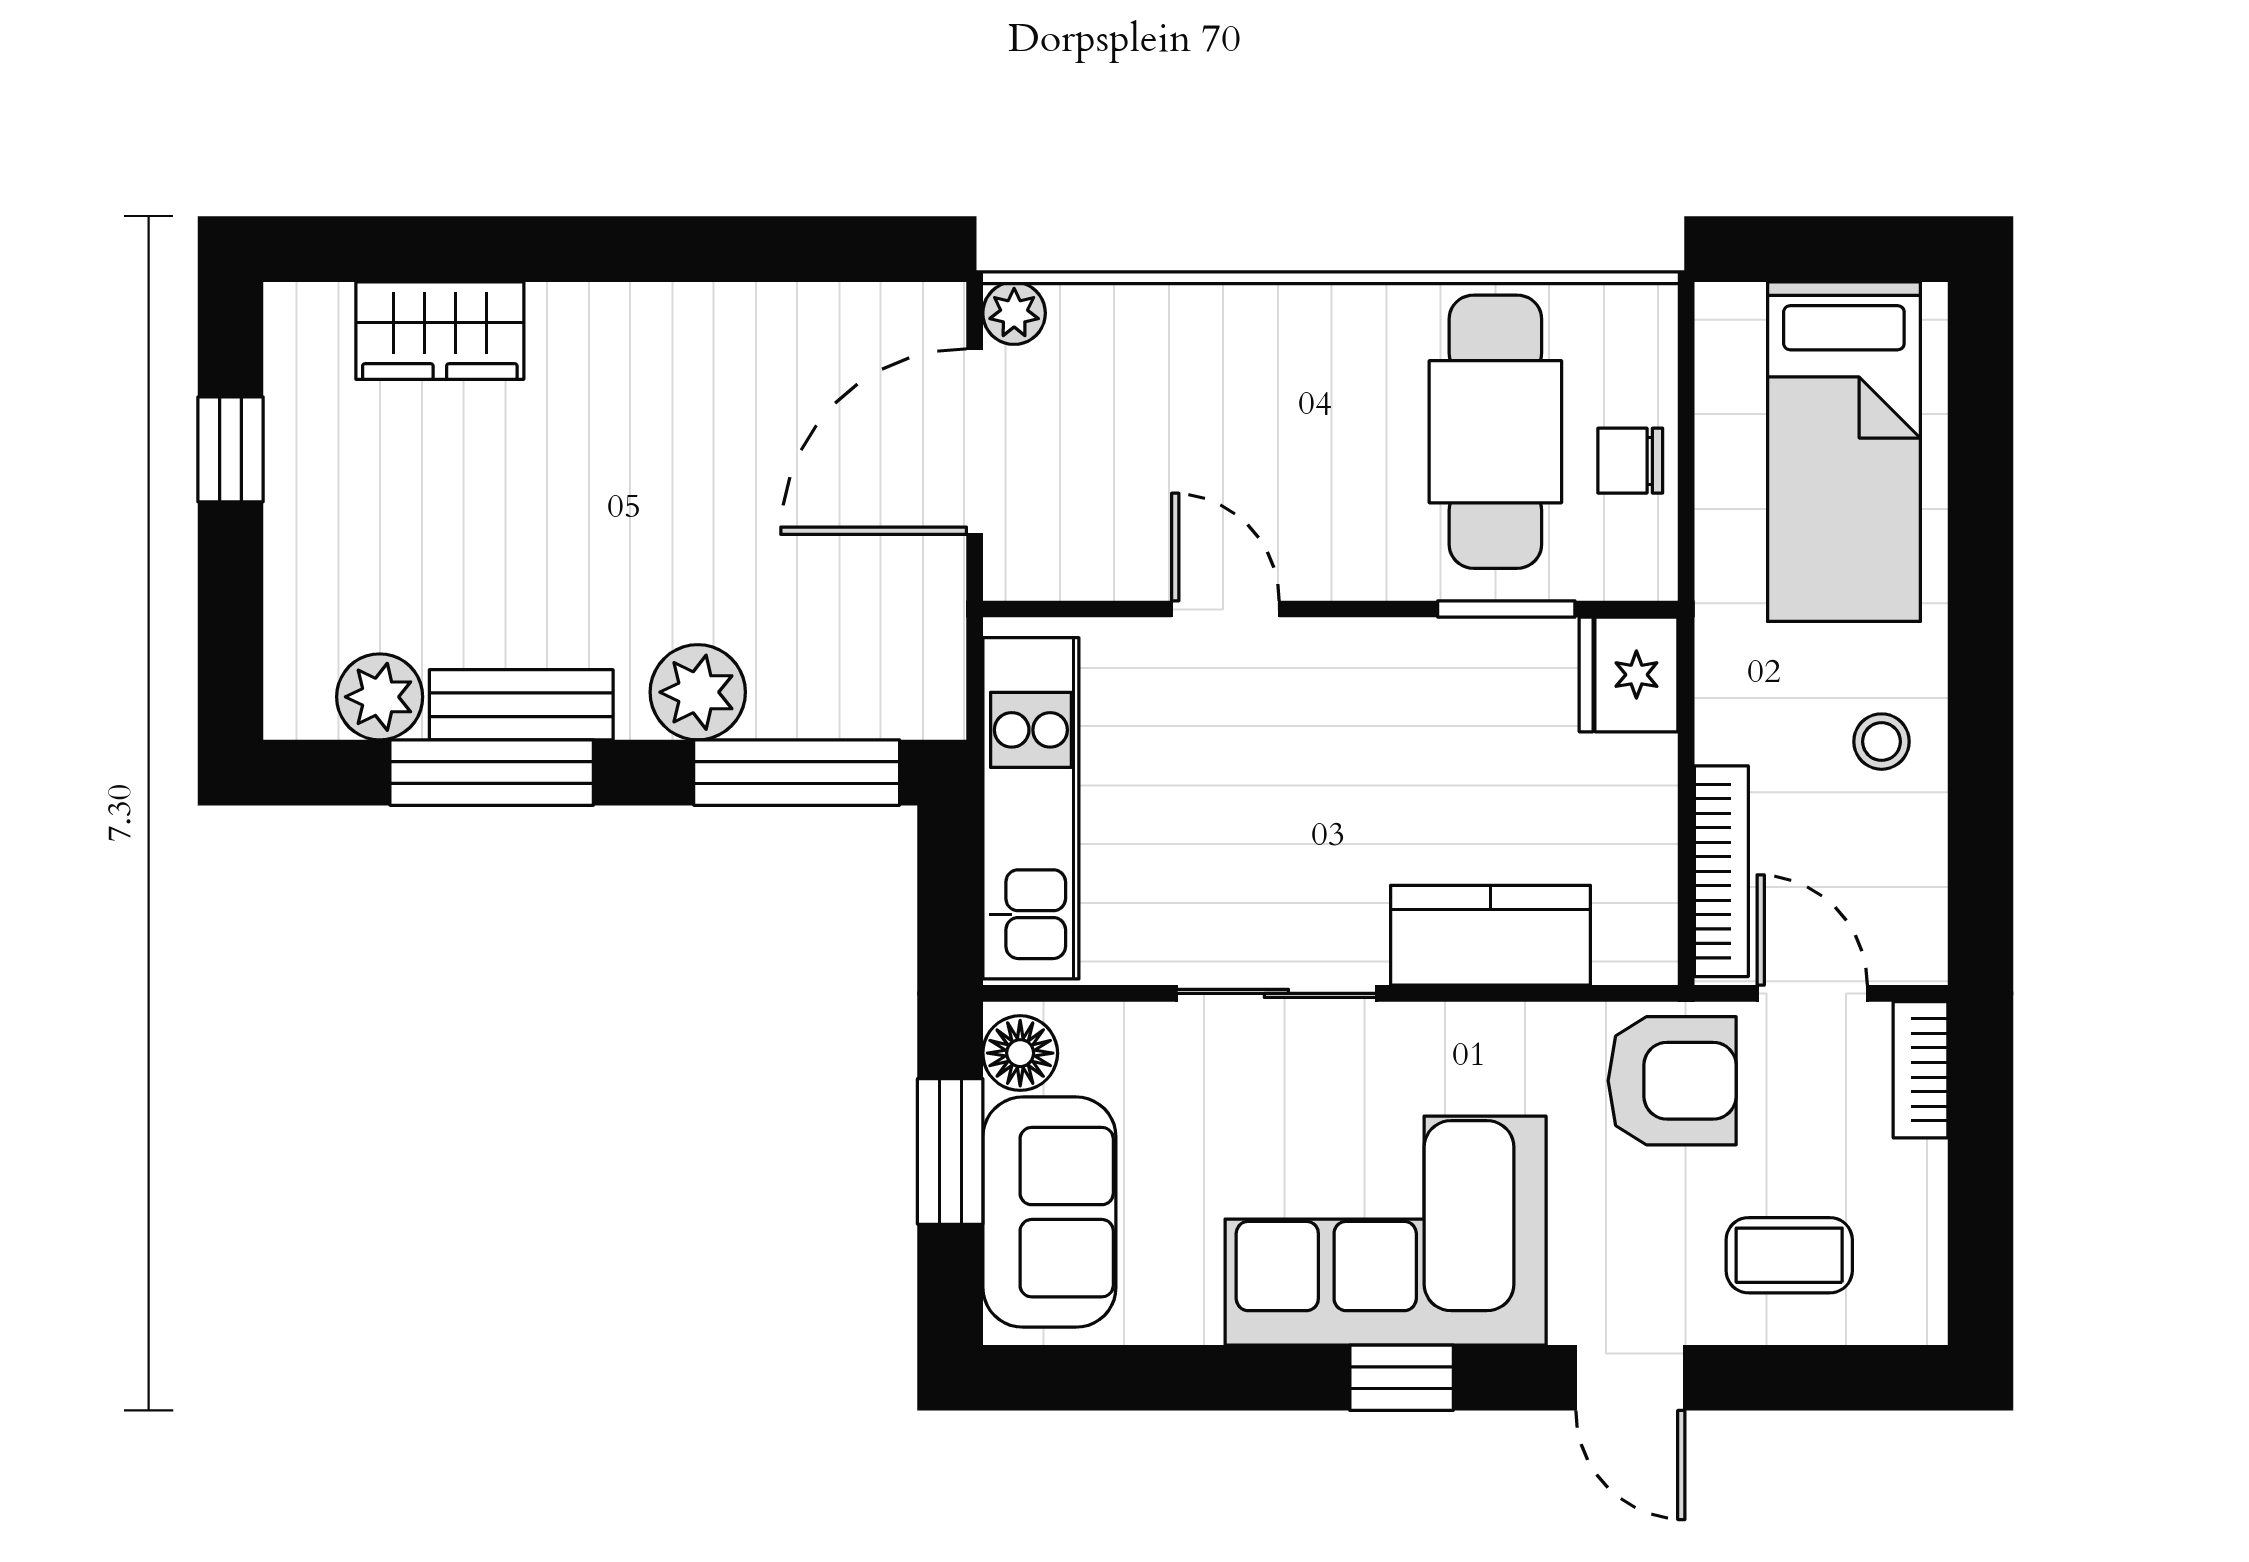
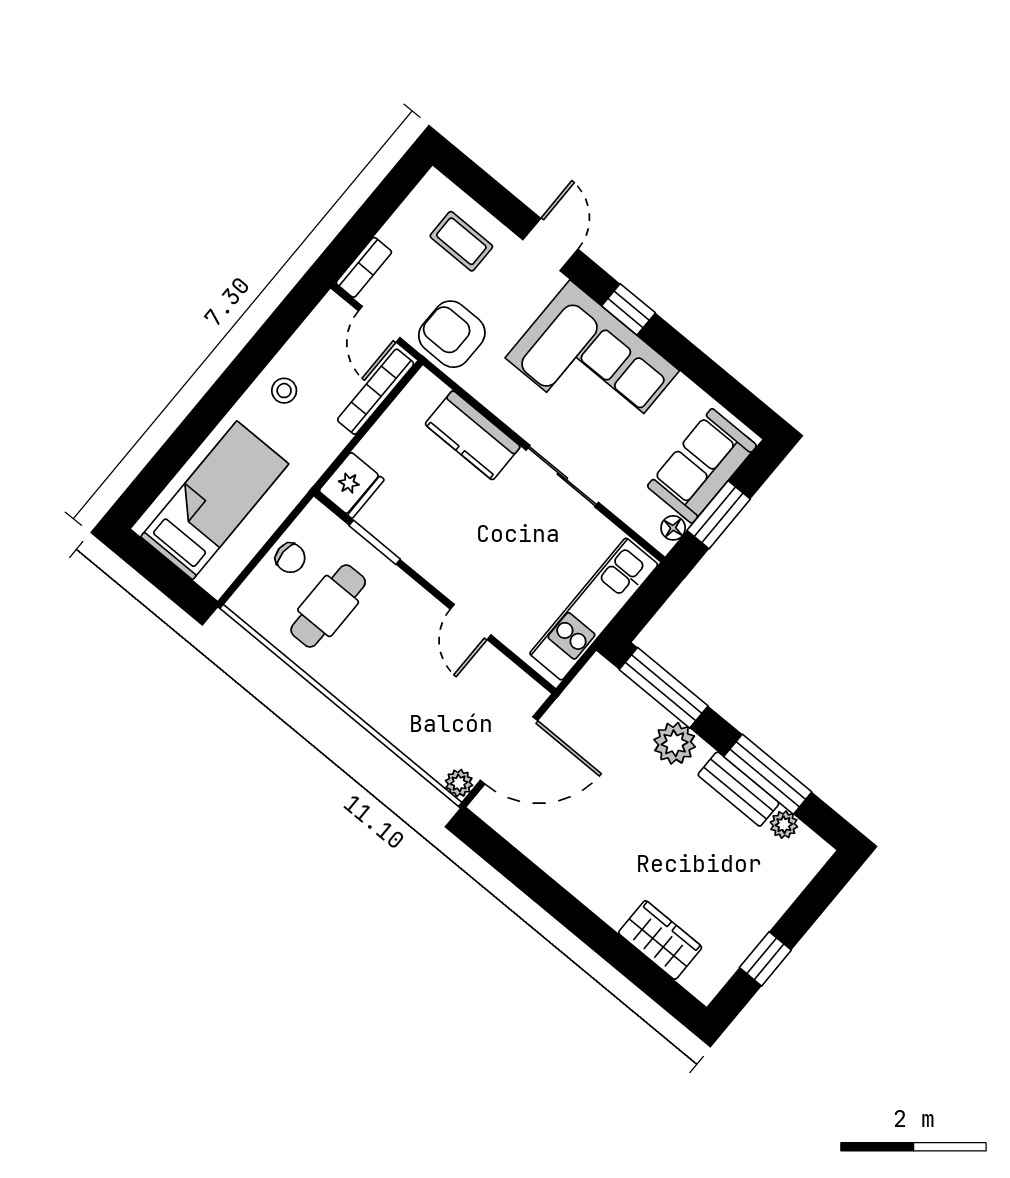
cafe table: (1495, 432) -> (328, 606), width x0.73, depth x0.74
plant: (380, 697) -> (784, 825), width x0.73, depth x0.73
floor lamp: (1020, 1053) -> (673, 528), width x0.73, depth x0.73

